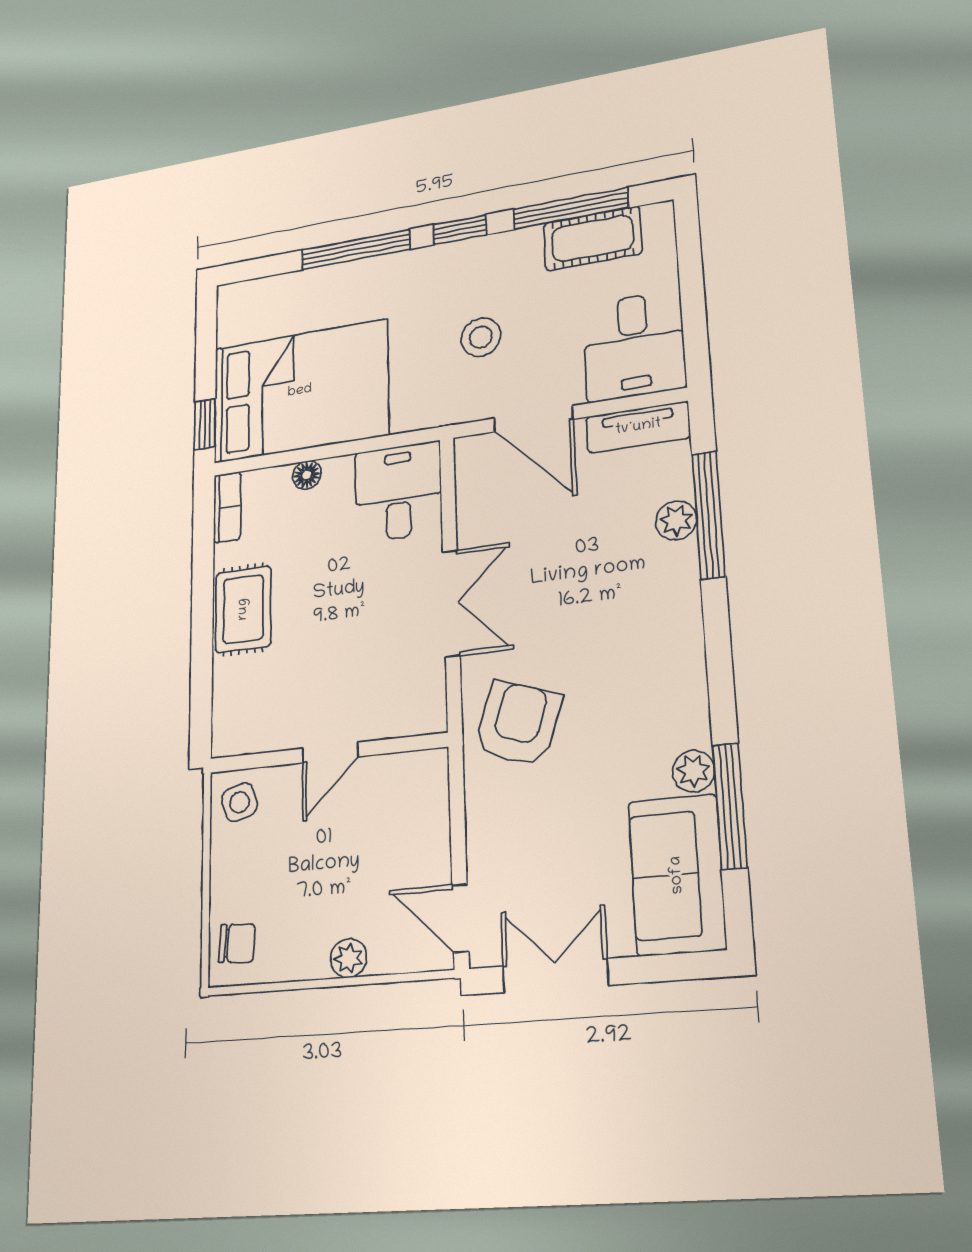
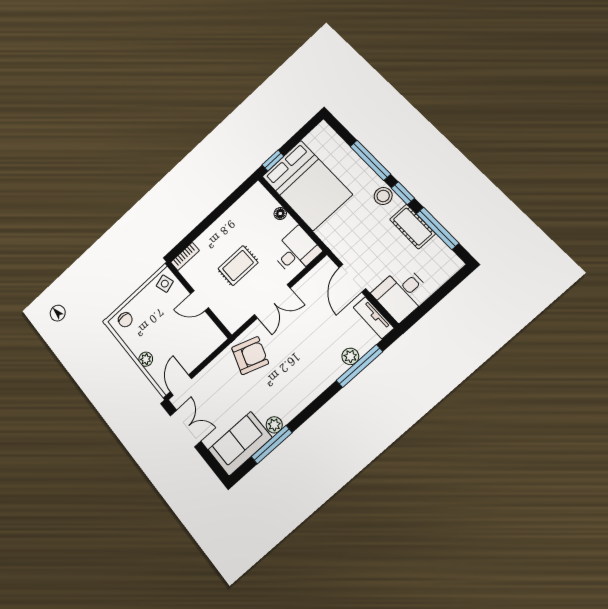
cot: (593, 238) -> (412, 227), moved
stool: (481, 337) -> (383, 196), moved
bookcase: (227, 507) -> (185, 256), moved
rug: (243, 609) -> (238, 266), moved

